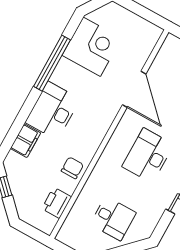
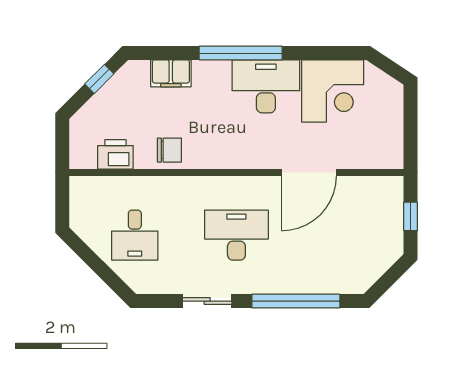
window: (52, 63) -> (241, 53), moved
desk: (53, 111) -> (266, 86), moved

